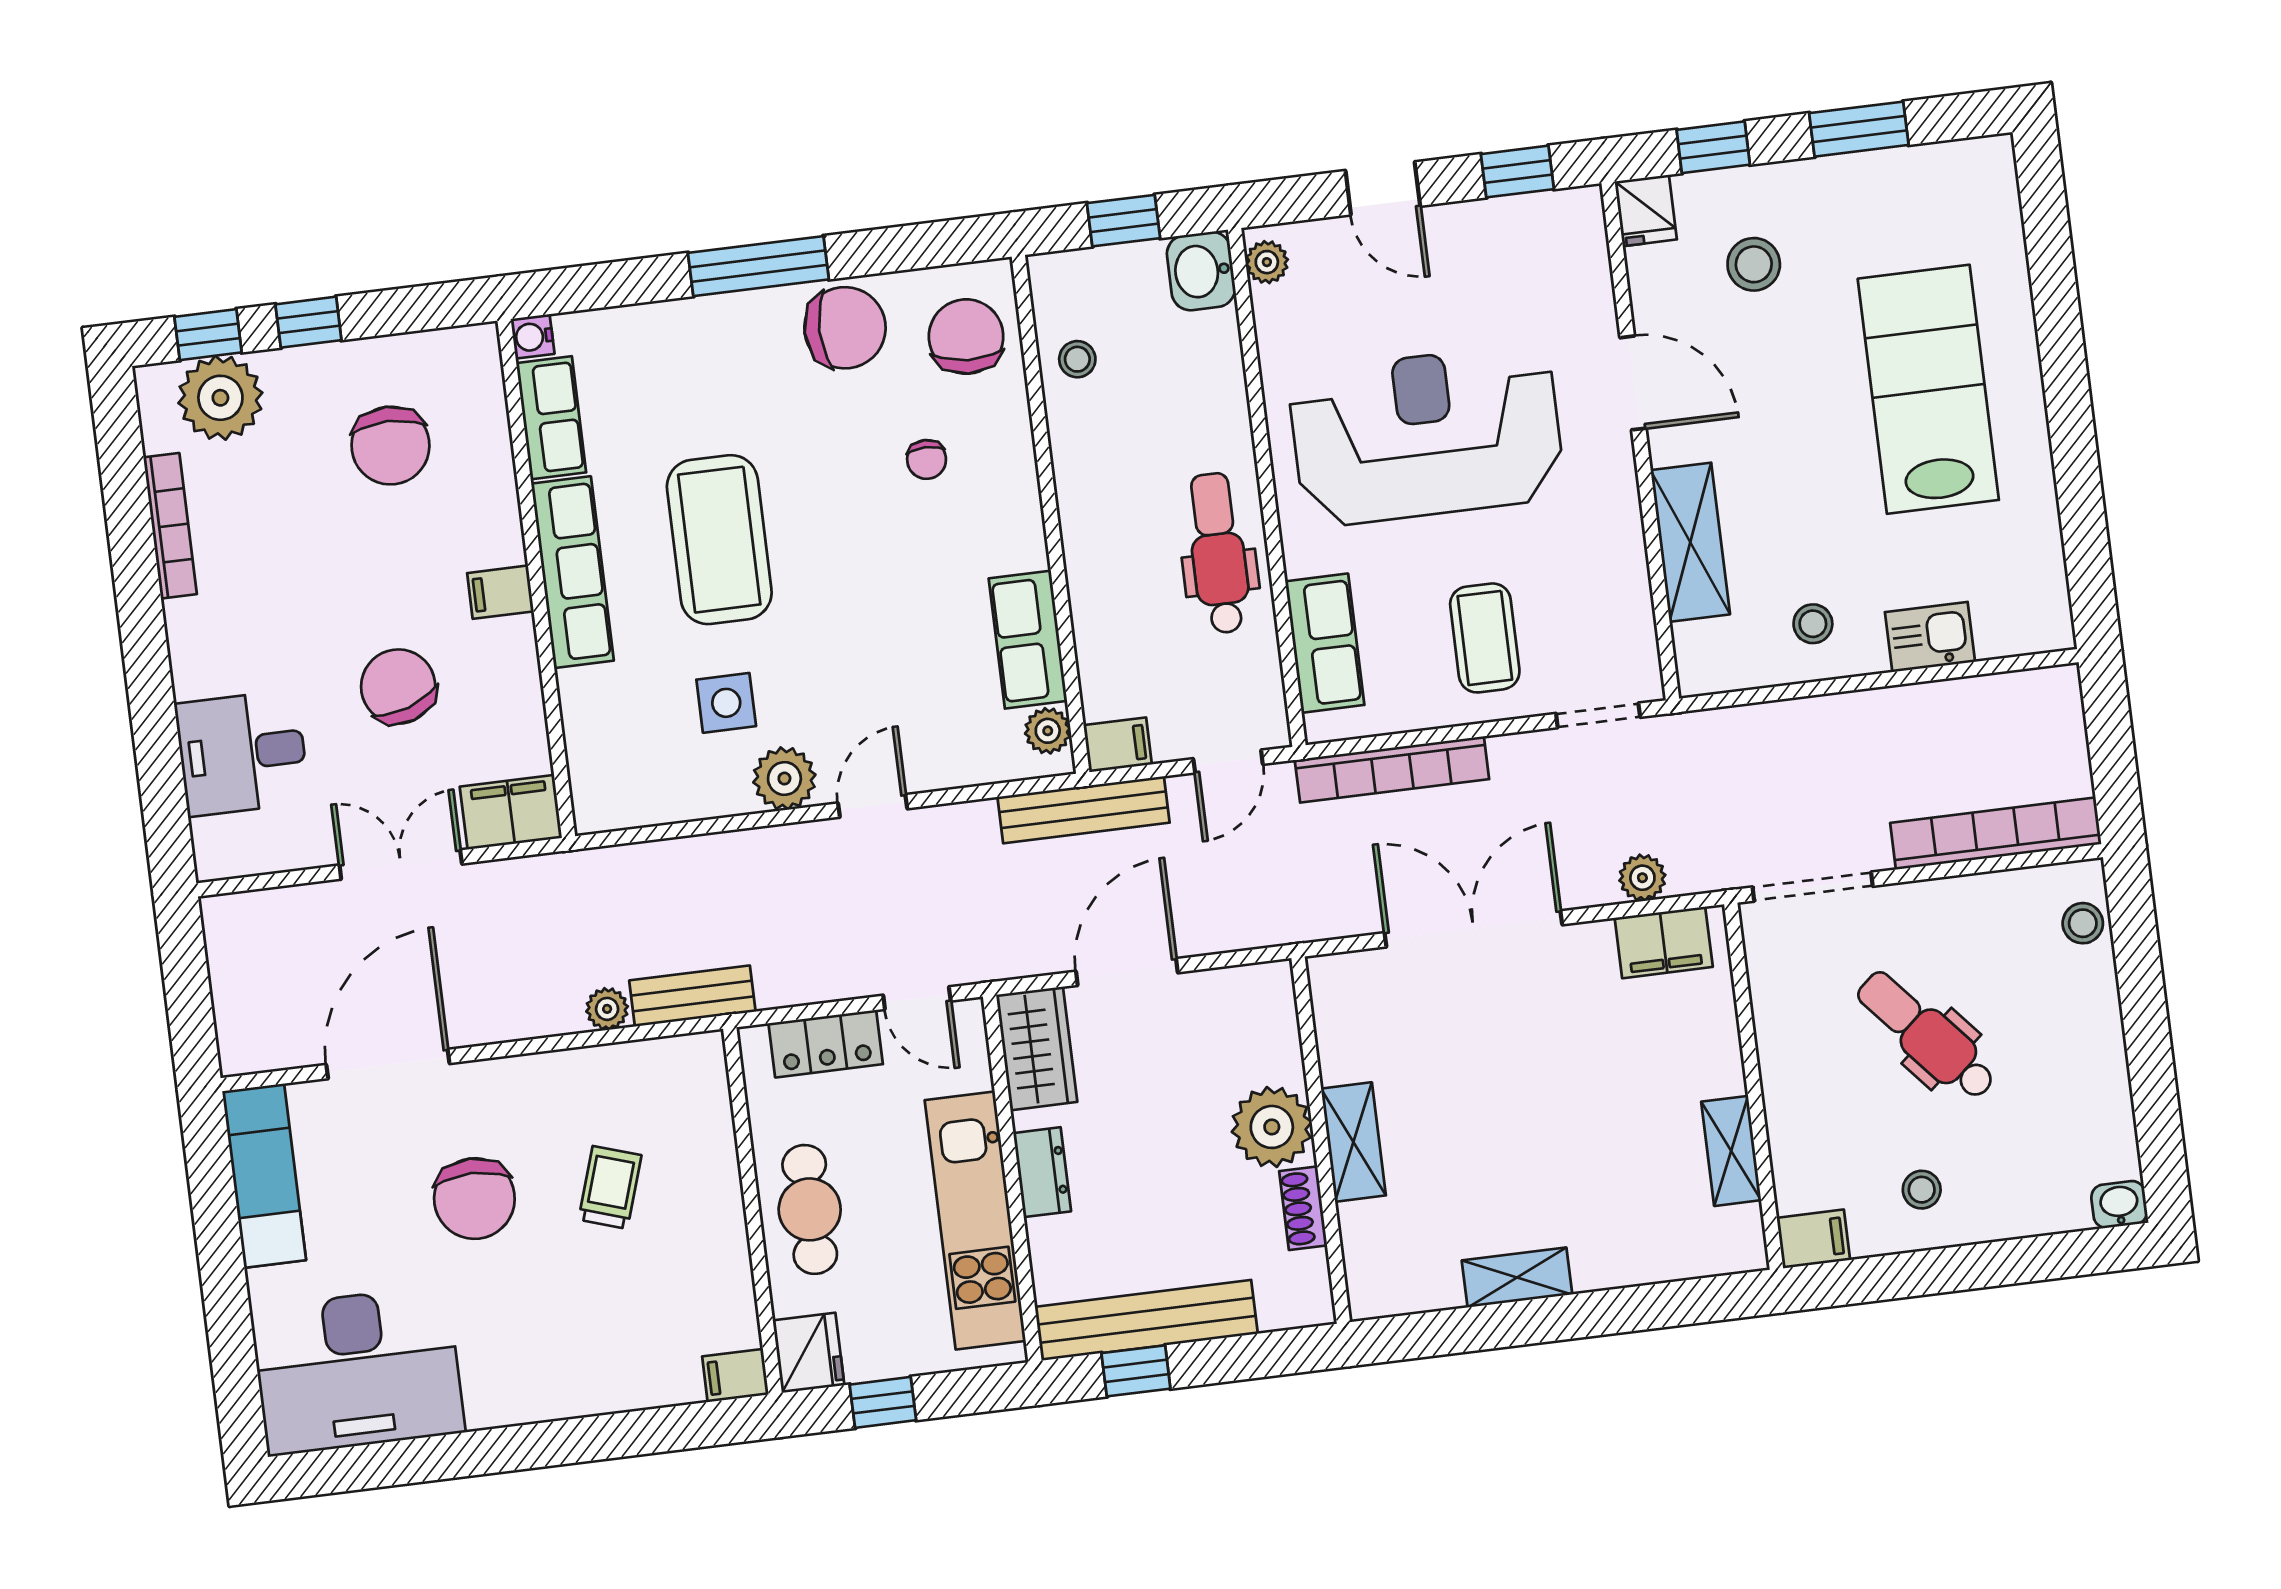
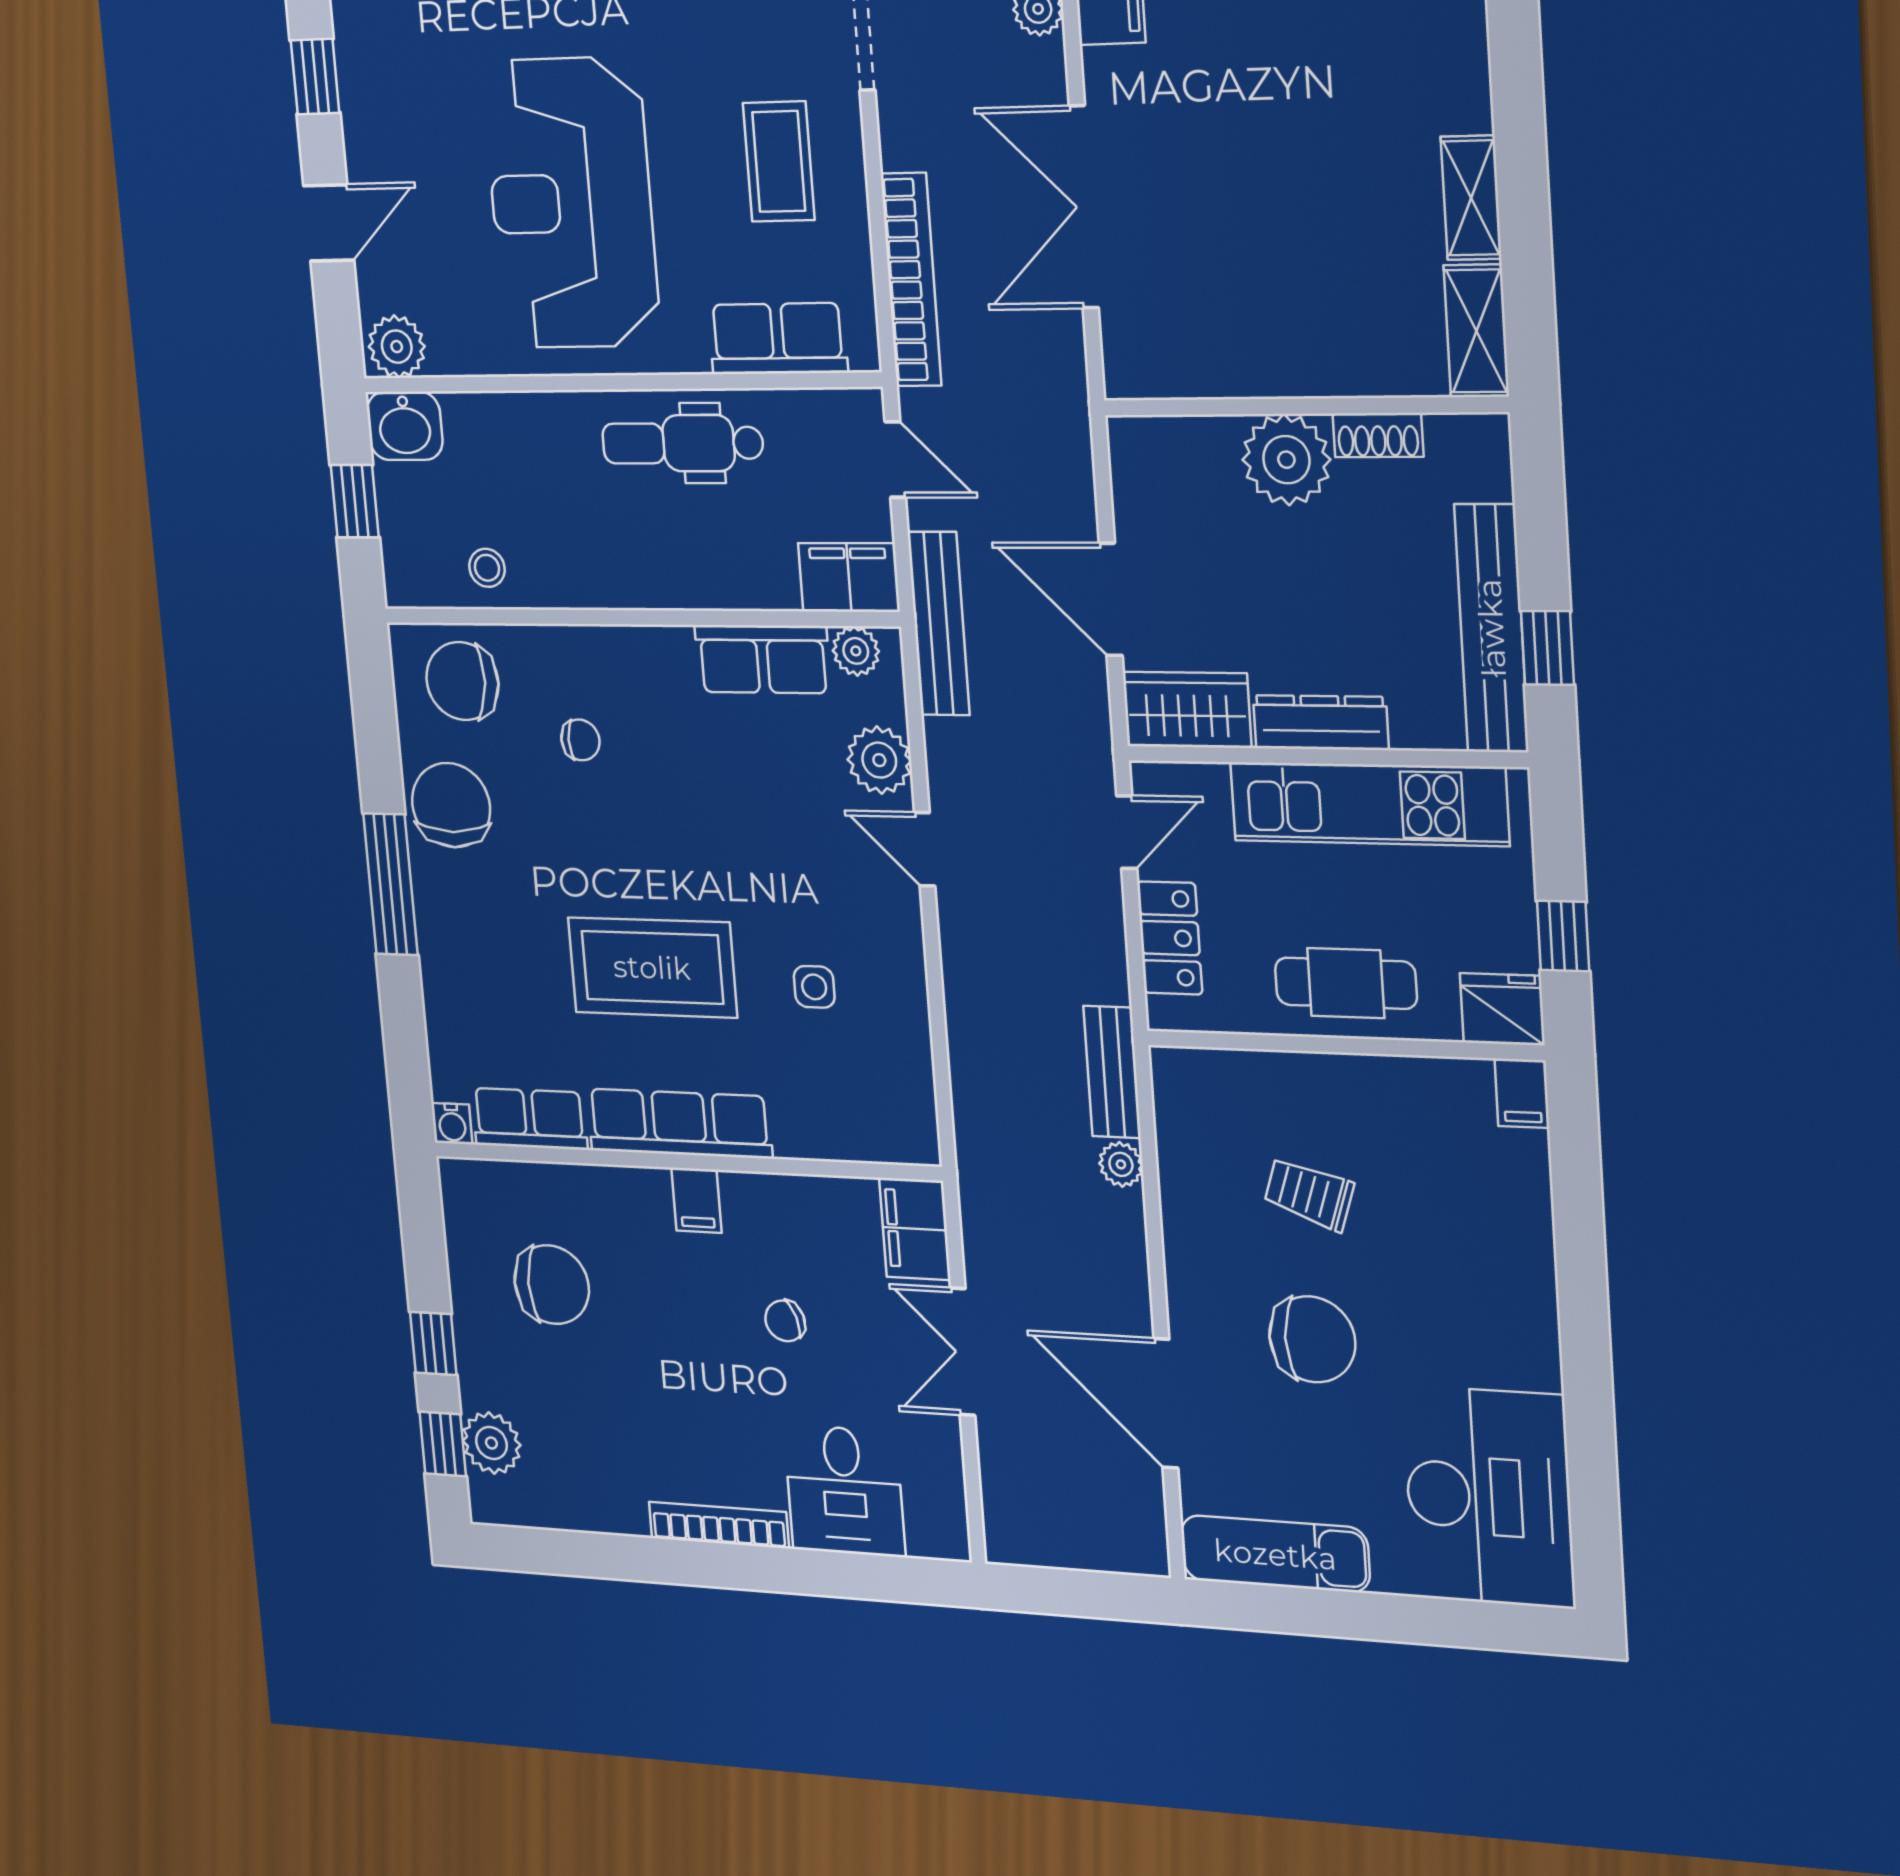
plant: (1267, 262) -> (397, 347), width x1.38, depth x1.38
plant: (220, 398) -> (491, 1443), width x0.73, depth x0.73
bookcase: (170, 526) -> (719, 1525), moved
coffee table: (1485, 638) -> (779, 161), turned 90
chair: (398, 687) -> (785, 1321), width x0.54, depth x0.54
side table: (726, 703) -> (814, 987), width x0.73, depth x0.73
filing cabinet: (1118, 745) -> (849, 577), width x2.00
plant: (784, 779) -> (879, 760), moved
shelving: (1353, 1142) -> (1476, 331), moved, turned 90
dresser: (1042, 1172) -> (1321, 723), width x1.44

